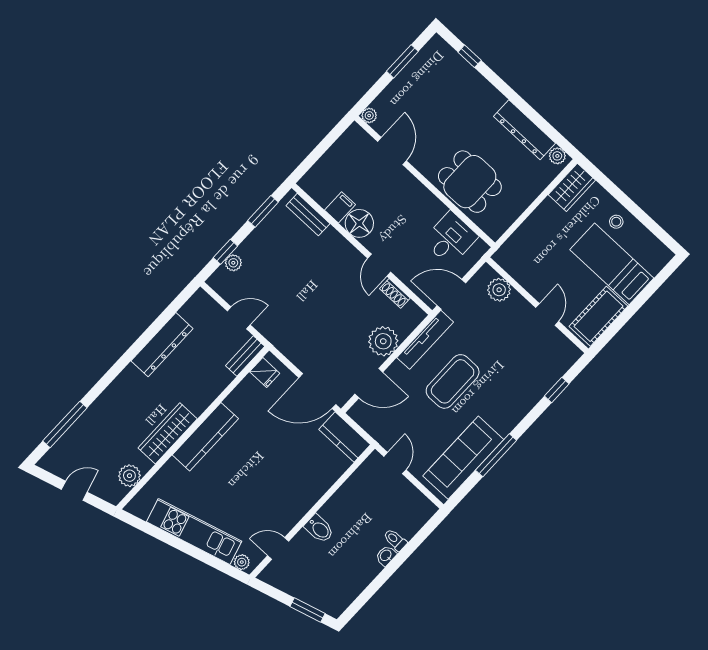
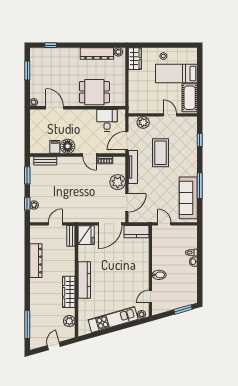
fridge: (265, 372) -> (86, 235), width x1.88, depth x1.34
coffee table: (453, 381) -> (160, 153), moved

